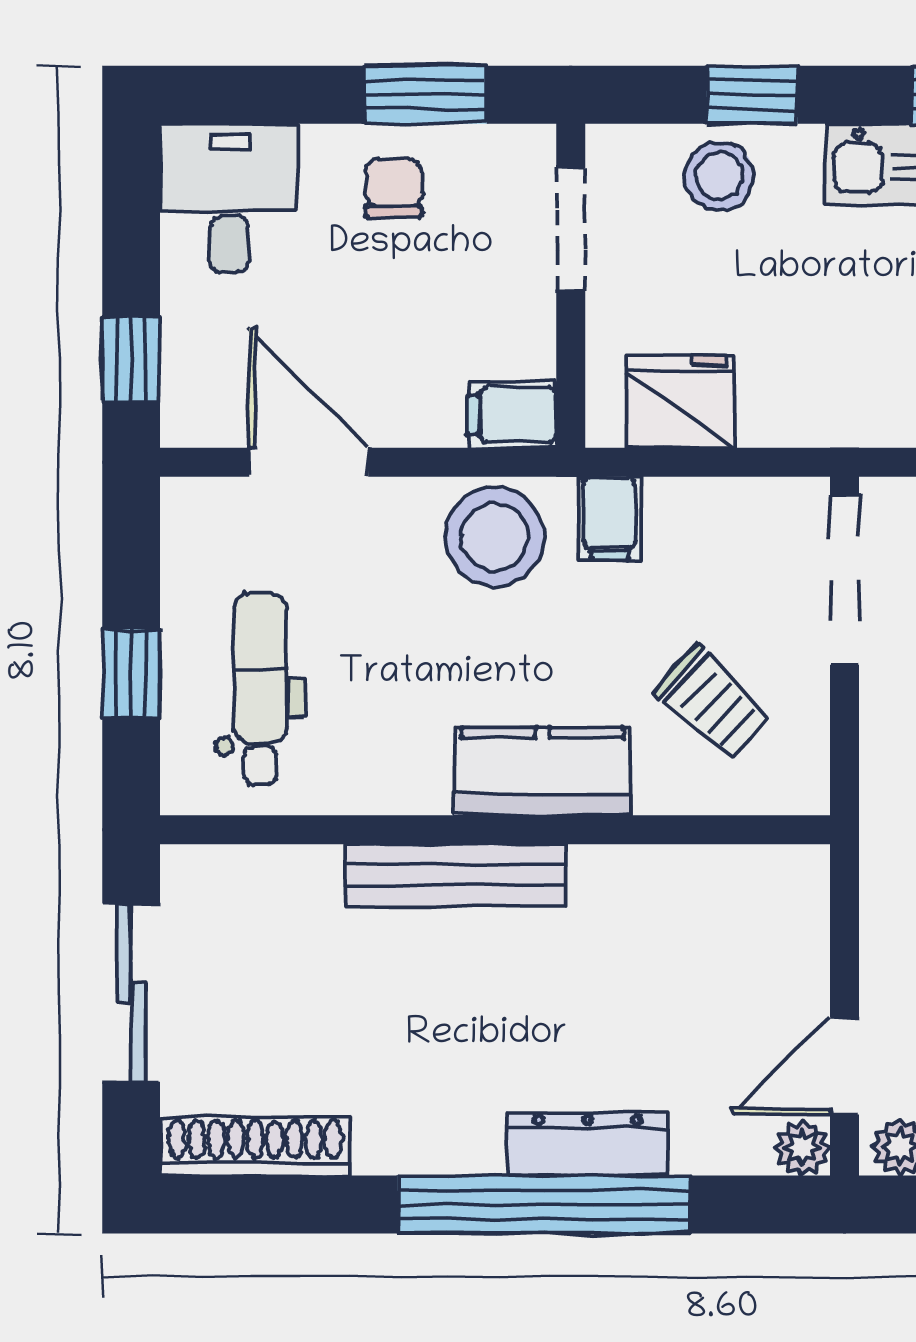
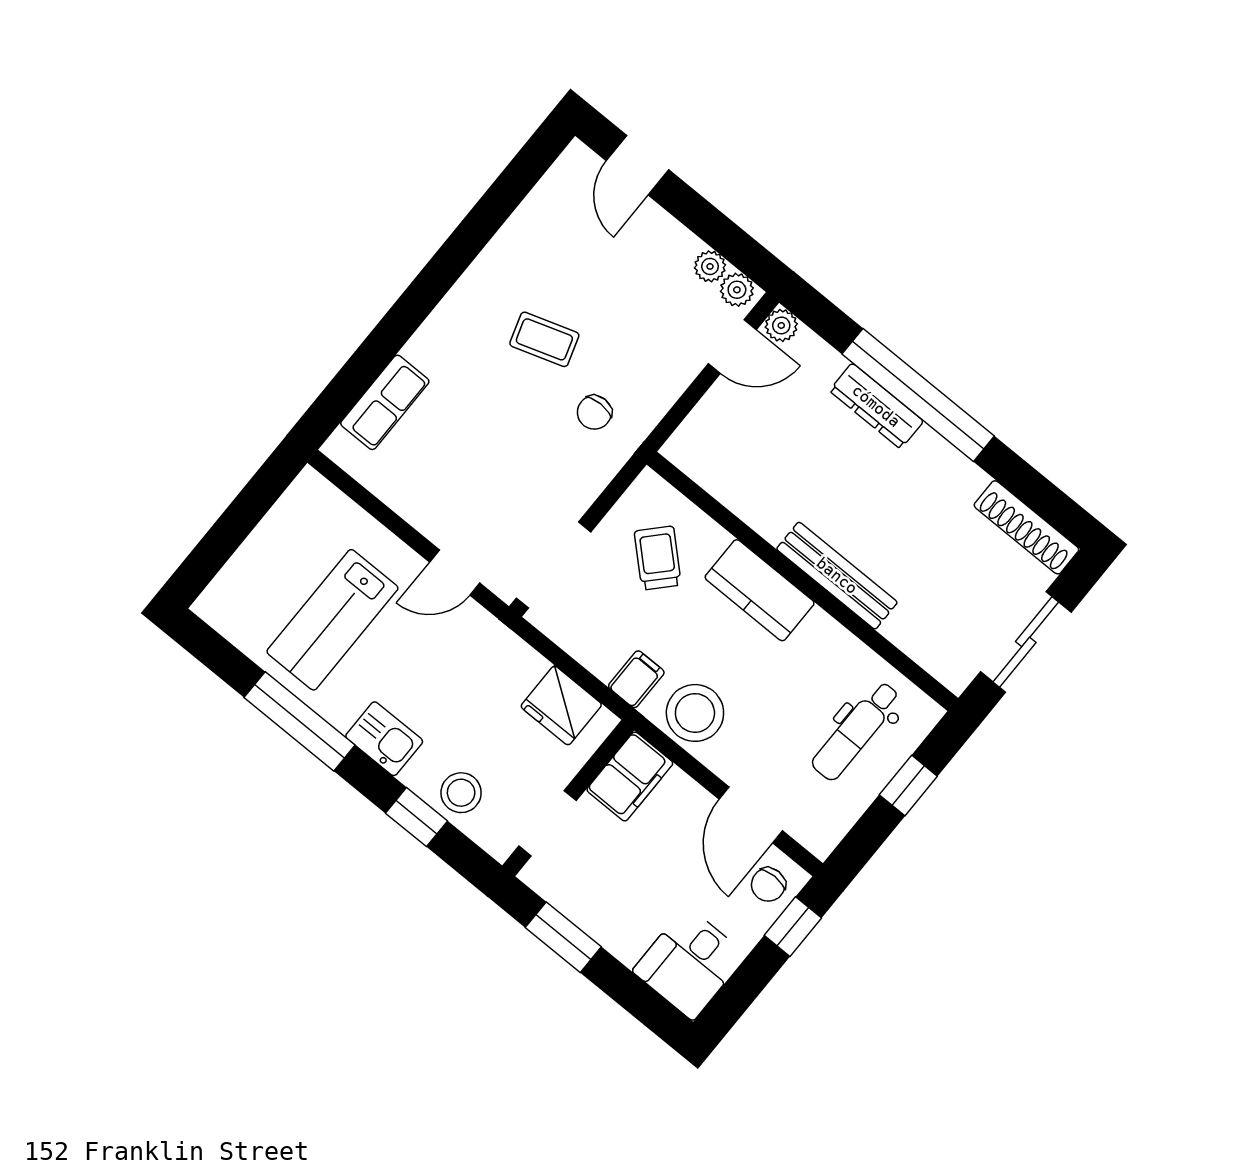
chair: (394, 188) -> (768, 885), moved
filing cabinet: (512, 415) -> (630, 777), width x2.00

